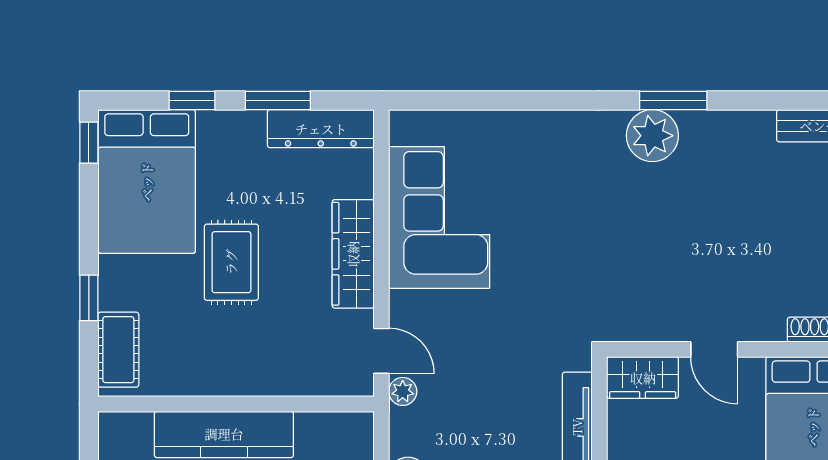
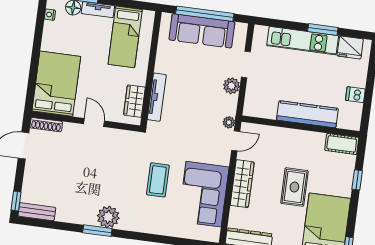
coffee table: (549, 237) -> (158, 180), added
cot: (118, 350) -> (342, 144), moved, turned 90
door: (381, 351) -> (236, 141), swing flipped
wardrobe: (643, 378) -> (134, 101), moved, turned -90

